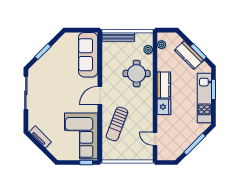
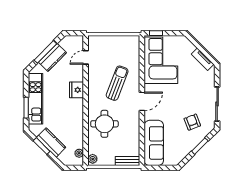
bench: (118, 37) -> (128, 161), width x0.73
plant: (148, 50) -> (93, 159), moved
armchair: (50, 75) -> (192, 122), added
kitchen counter: (164, 85) -> (52, 57), moved, turned -135
sun lounger: (117, 124) -> (117, 83), moved
door: (155, 139) -> (86, 57), swing flipped

